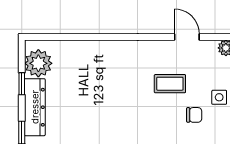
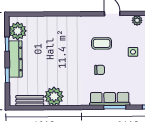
chair: (194, 115) -> (100, 70), moved

